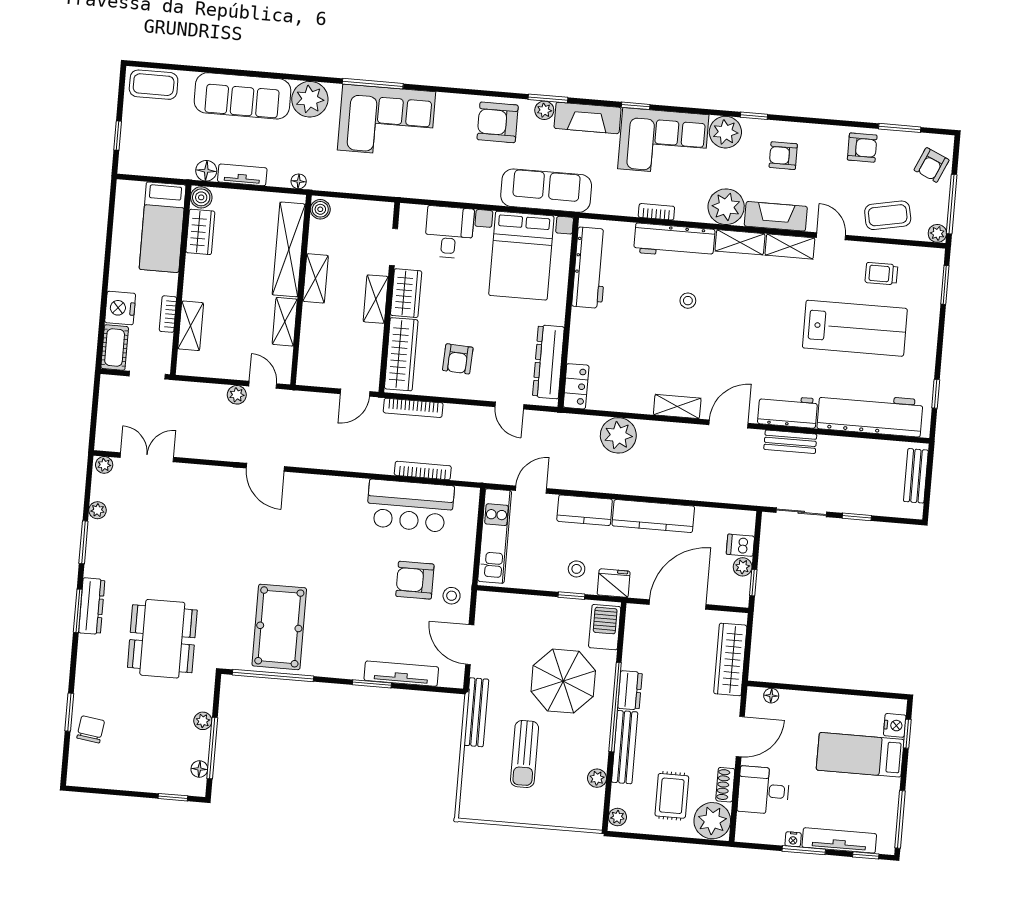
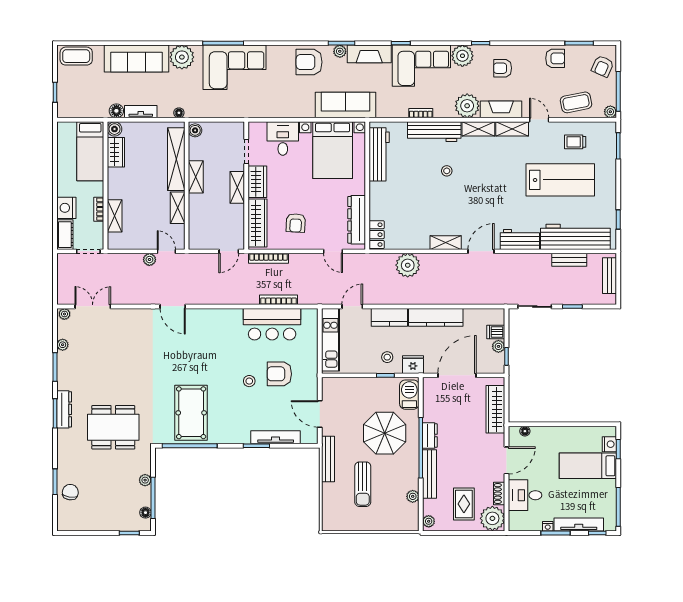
bench: (790, 442) -> (569, 260), moved
stool: (452, 596) -> (249, 381), moved
dining table: (162, 639) -> (113, 427), turned 90

